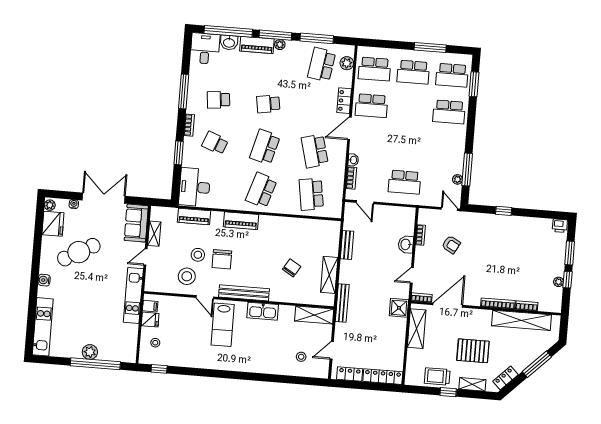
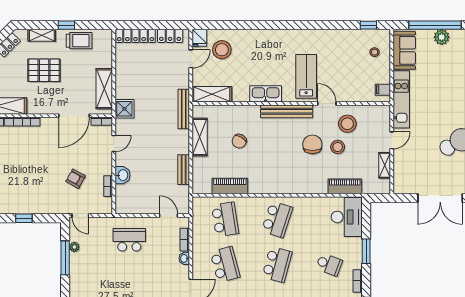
piano: (241, 221) -> (230, 186), moved
sofa: (136, 223) -> (404, 50), moved
fridge: (150, 320) -> (199, 38), moved, turned -90
stool: (301, 357) -> (222, 50), width x1.89, depth x1.89

